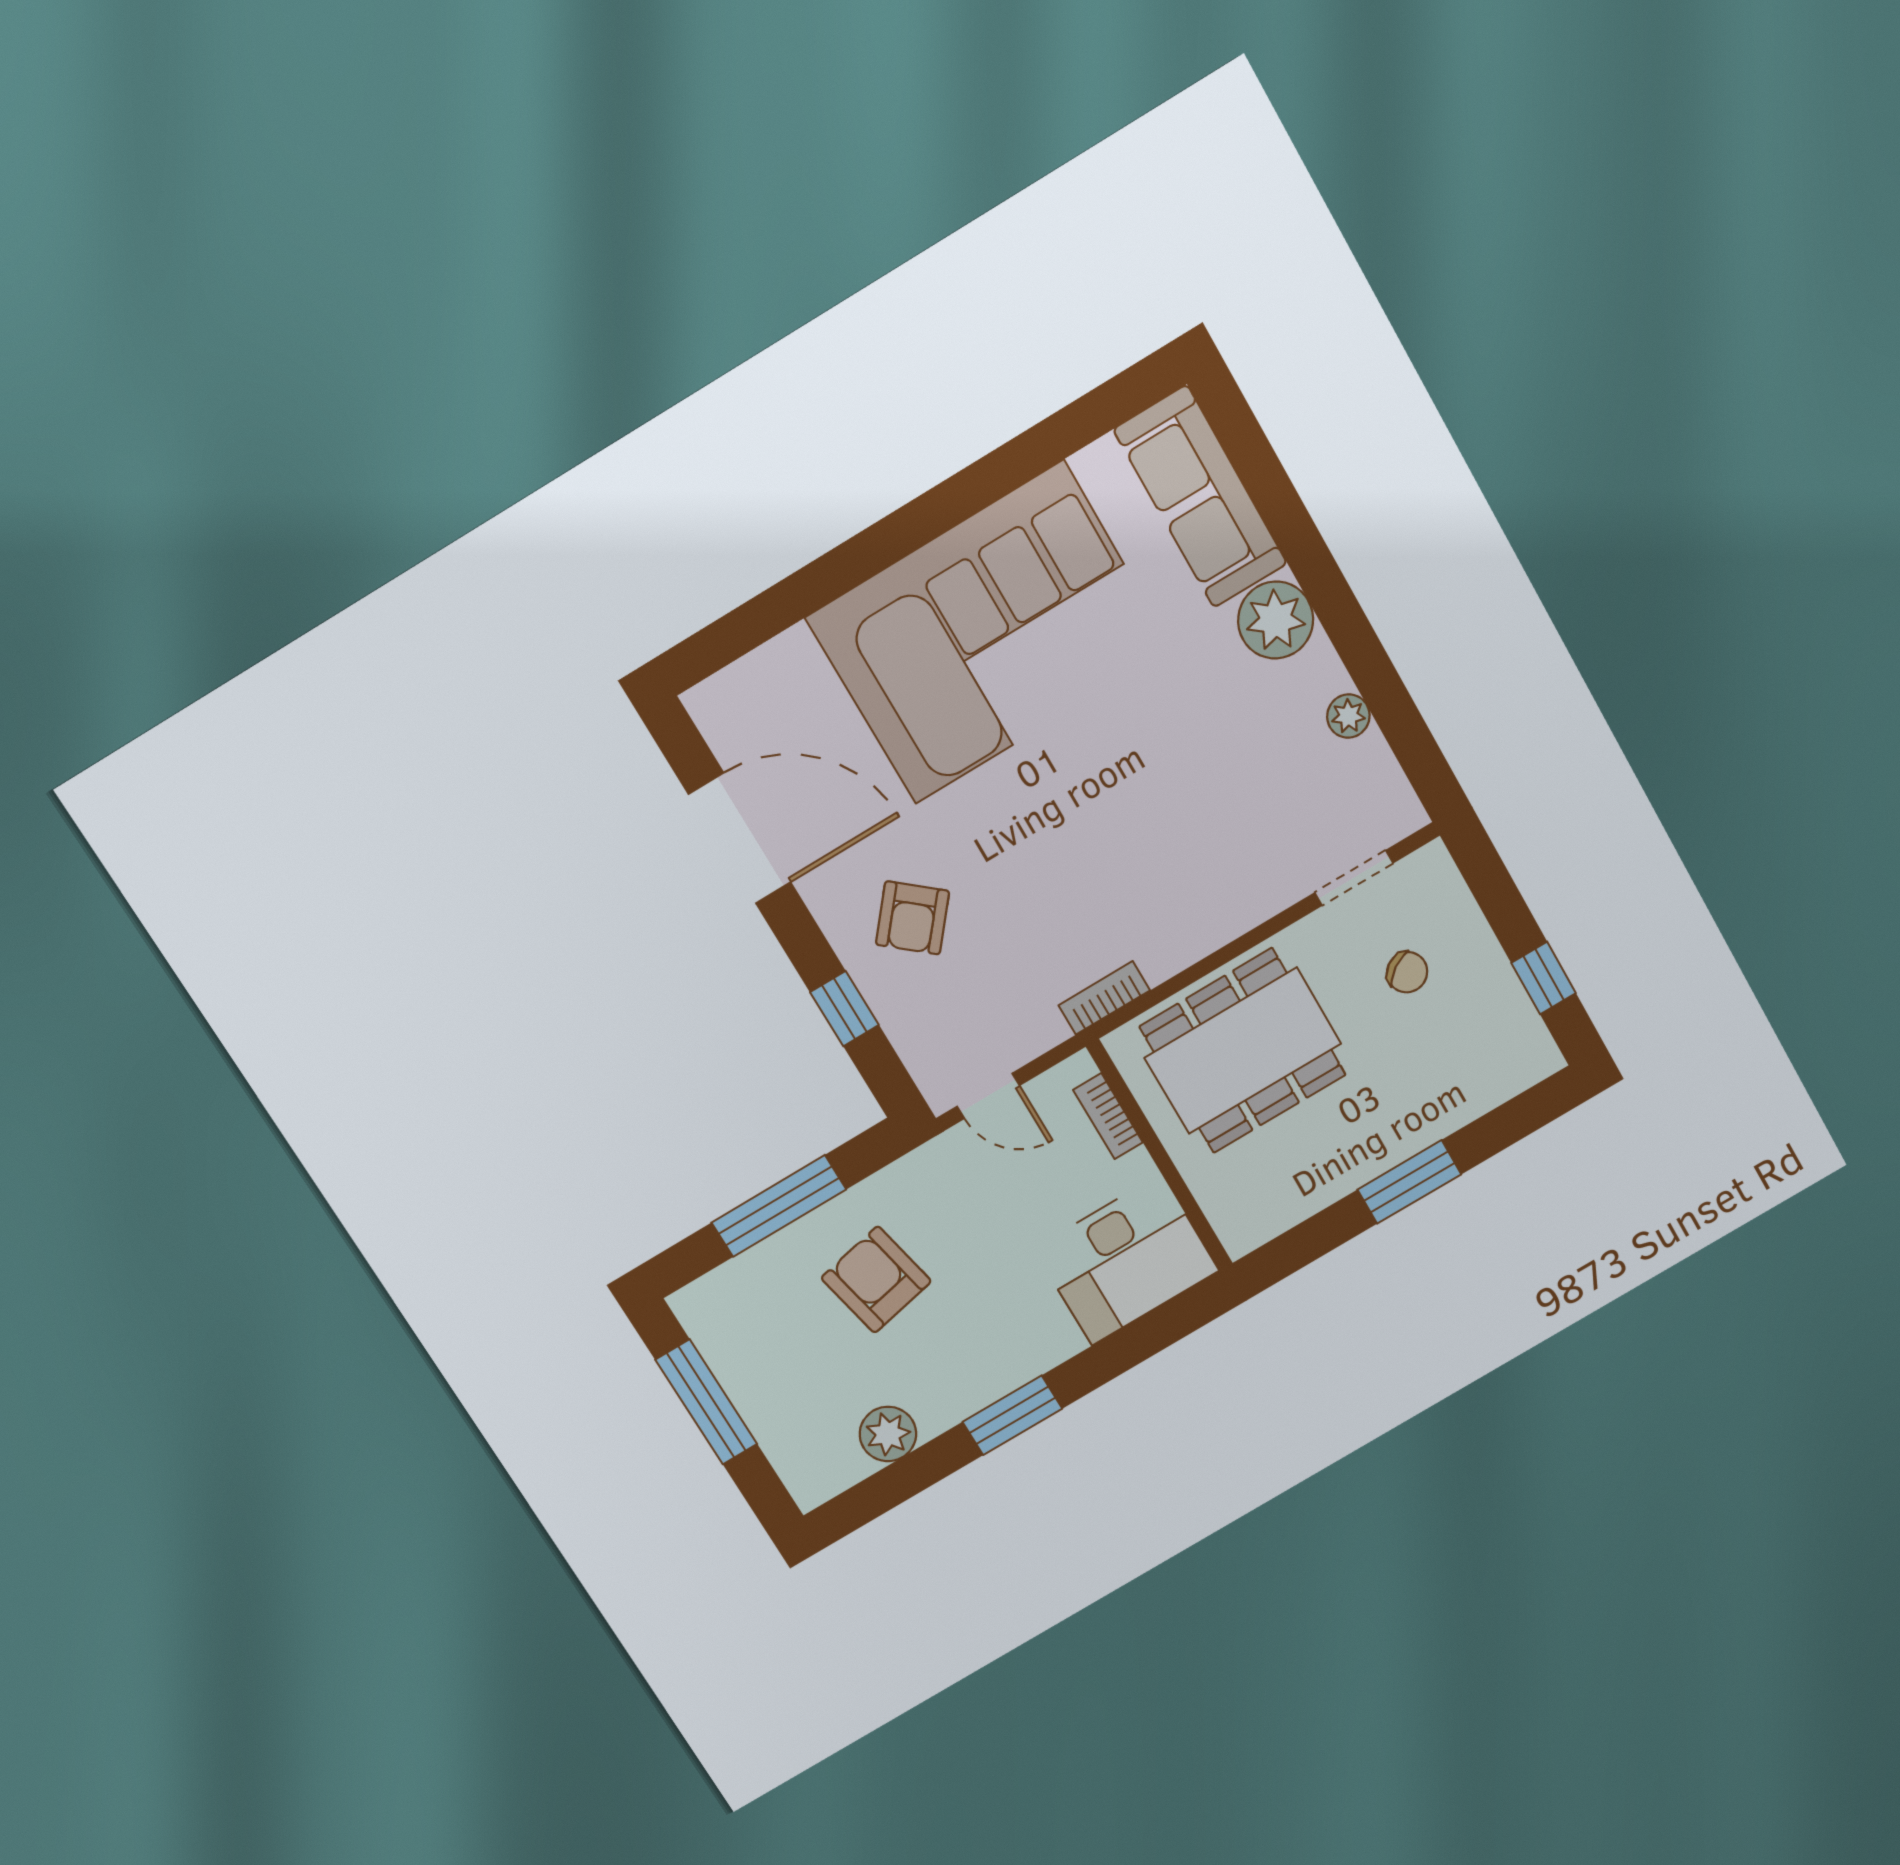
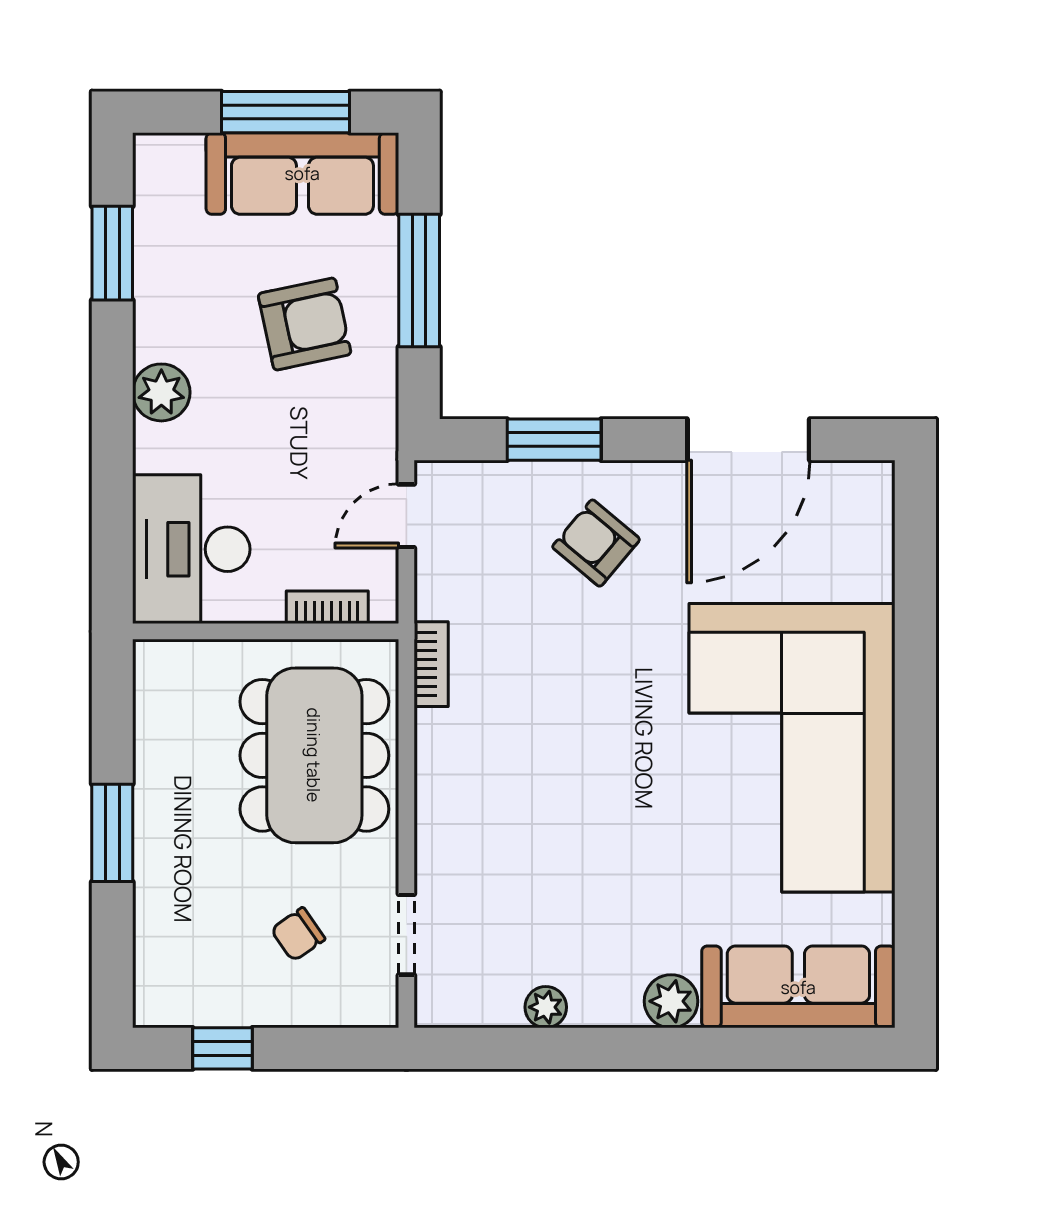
plant: (1276, 620) -> (671, 1001), width x0.73, depth x0.73
window: (844, 1009) -> (554, 440), width x1.50
sofa: (749, 1357) -> (302, 173), added
window: (1012, 1415) -> (112, 253), moved
plant: (888, 1434) -> (161, 392), moved

